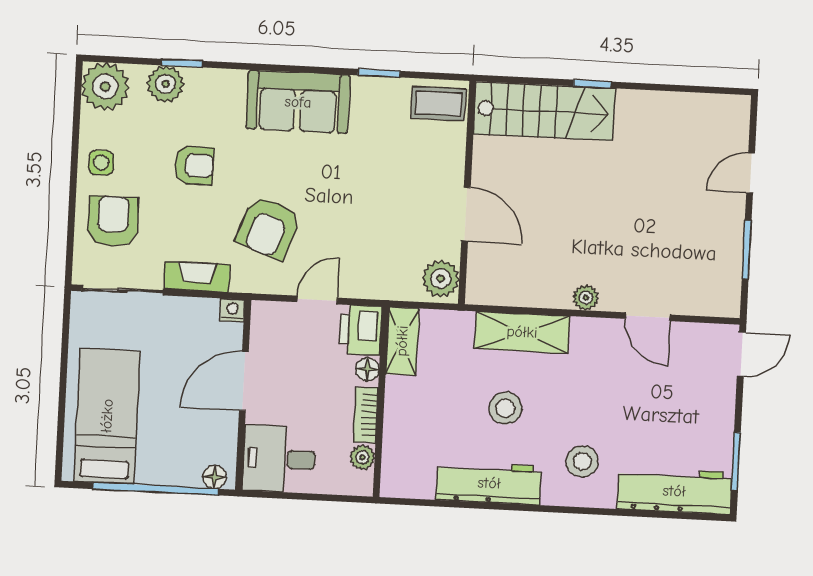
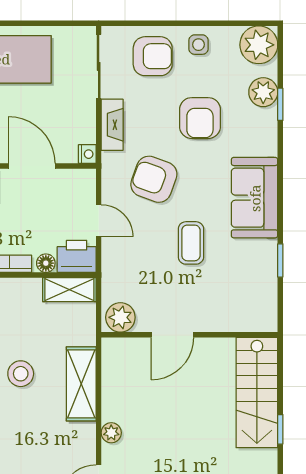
coffee table: (438, 103) -> (191, 243), moved
armchair: (194, 165) -> (200, 118), width x1.38, depth x1.38

